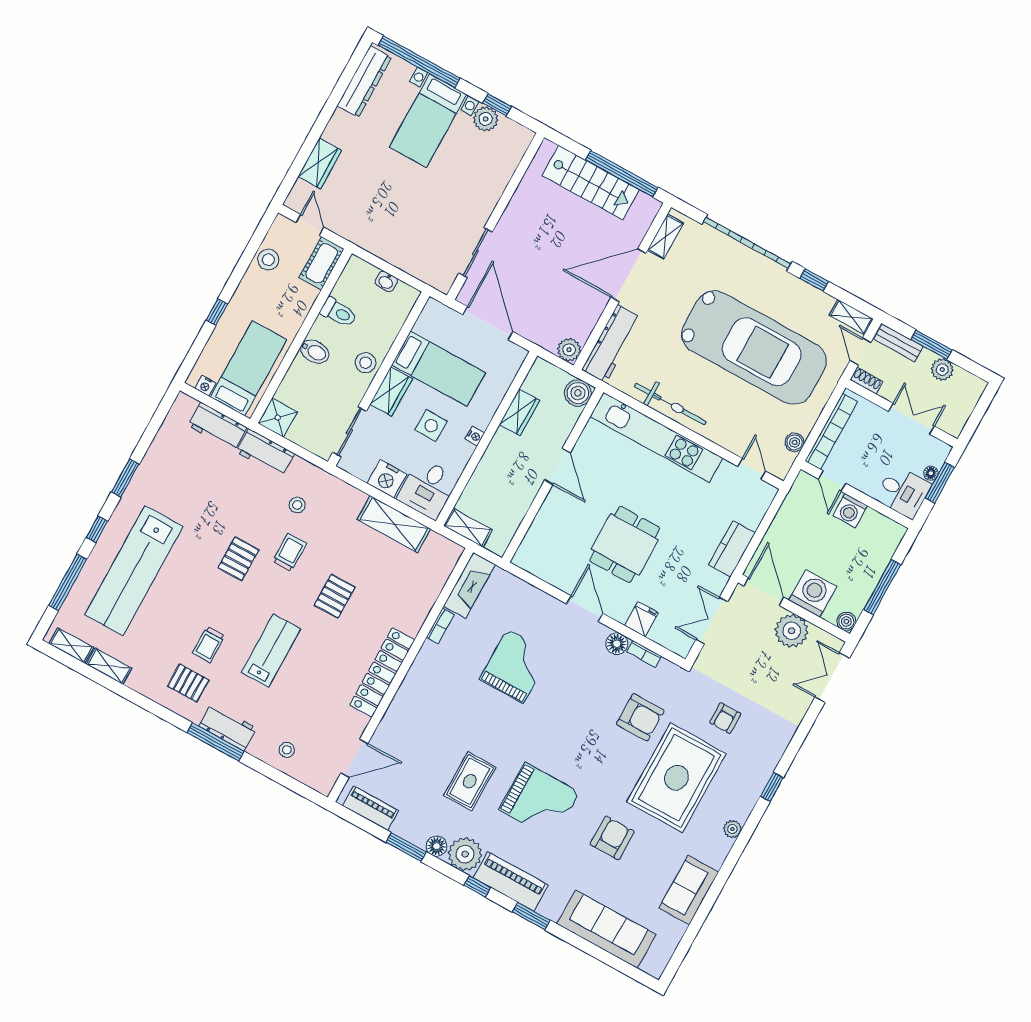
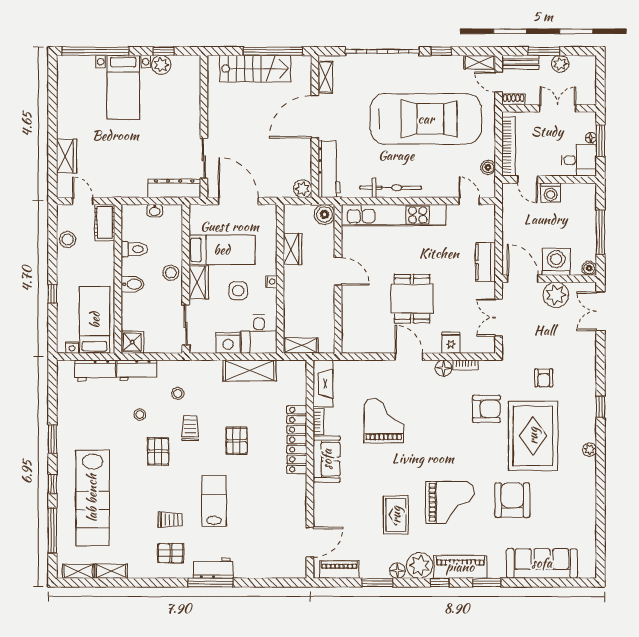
dresser: (364, 81) -> (174, 188), moved, turned -90
trolley: (209, 645) -> (170, 520), turned -90
locker: (382, 672) -> (297, 440), moved
stool: (287, 750) -> (140, 415), moved
armchair: (612, 838) -> (512, 500), width x1.36, depth x1.36
sofa: (689, 890) -> (327, 459), moved, turned 180

